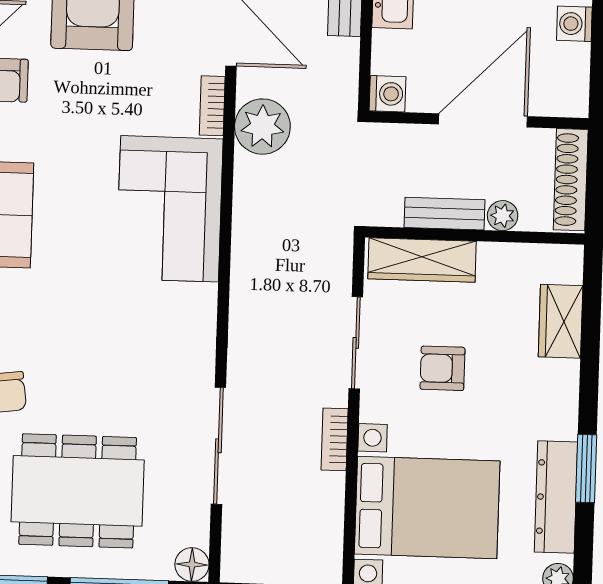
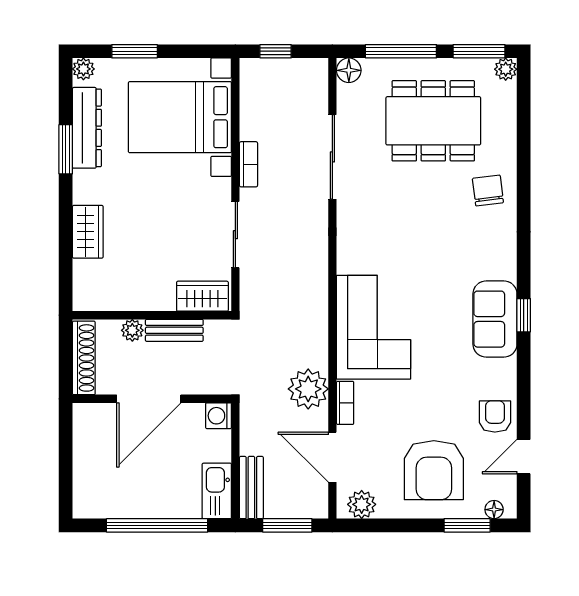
washing machine: (574, 24) -> (85, 471), removed
wardrobe: (422, 260) -> (202, 296), width x0.67
wardrobe: (561, 321) -> (88, 232), moved
armchair: (442, 368) -> (172, 218), removed

